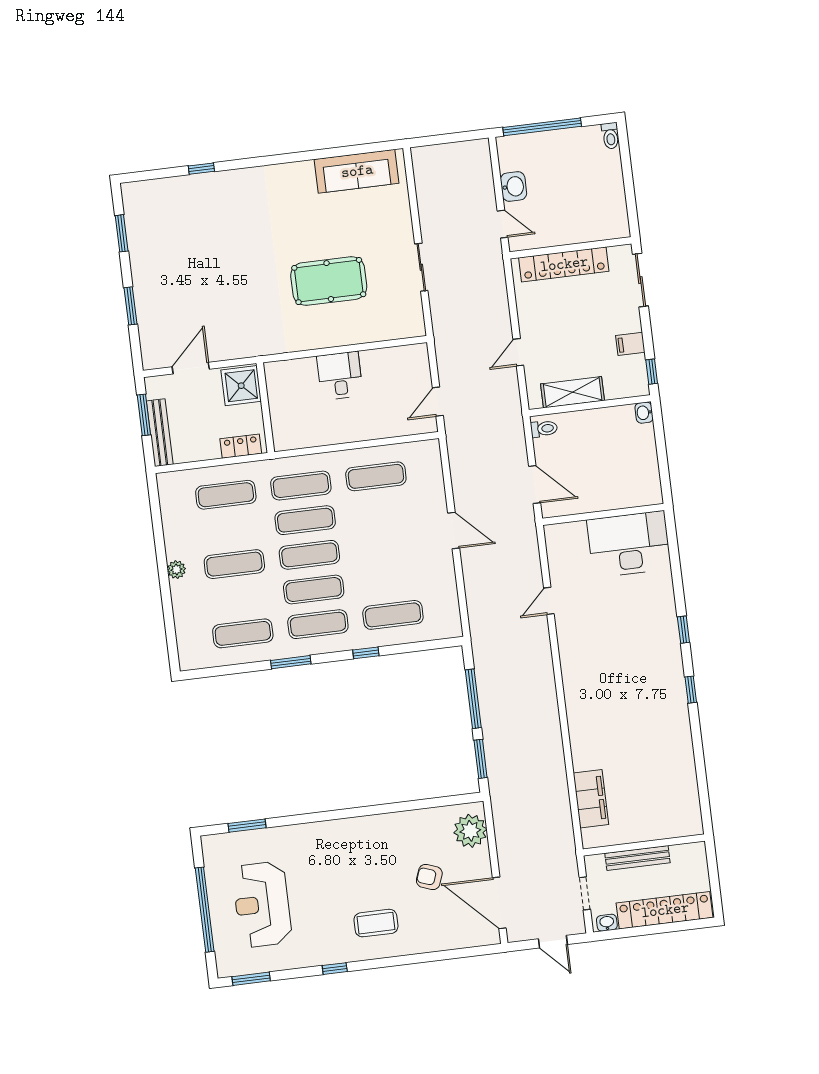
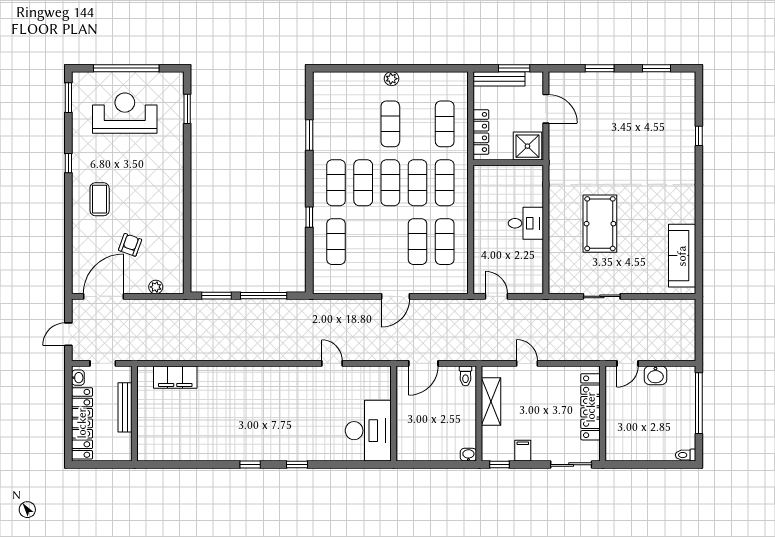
locker: (241, 446) -> (481, 132), width x1.53
exercise mat: (243, 633) -> (417, 242), moved
window: (291, 662) -> (309, 135), moved
plant: (470, 831) -> (156, 287), width x0.53, depth x0.53

